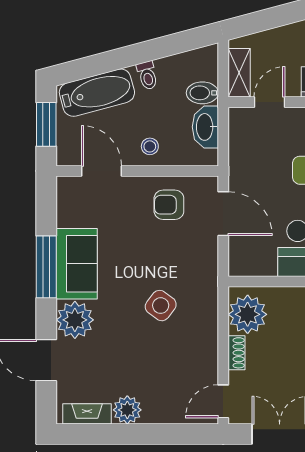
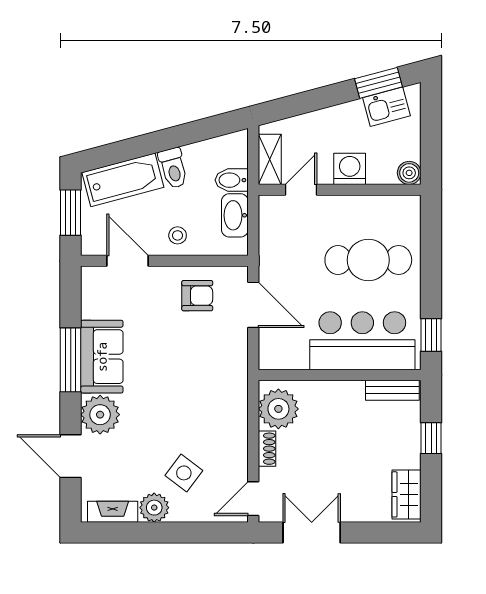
toilet: (147, 75) -> (173, 168), width x1.37, depth x1.39
armchair: (169, 205) -> (197, 296), turned 180
side table: (161, 306) -> (184, 473), moved

